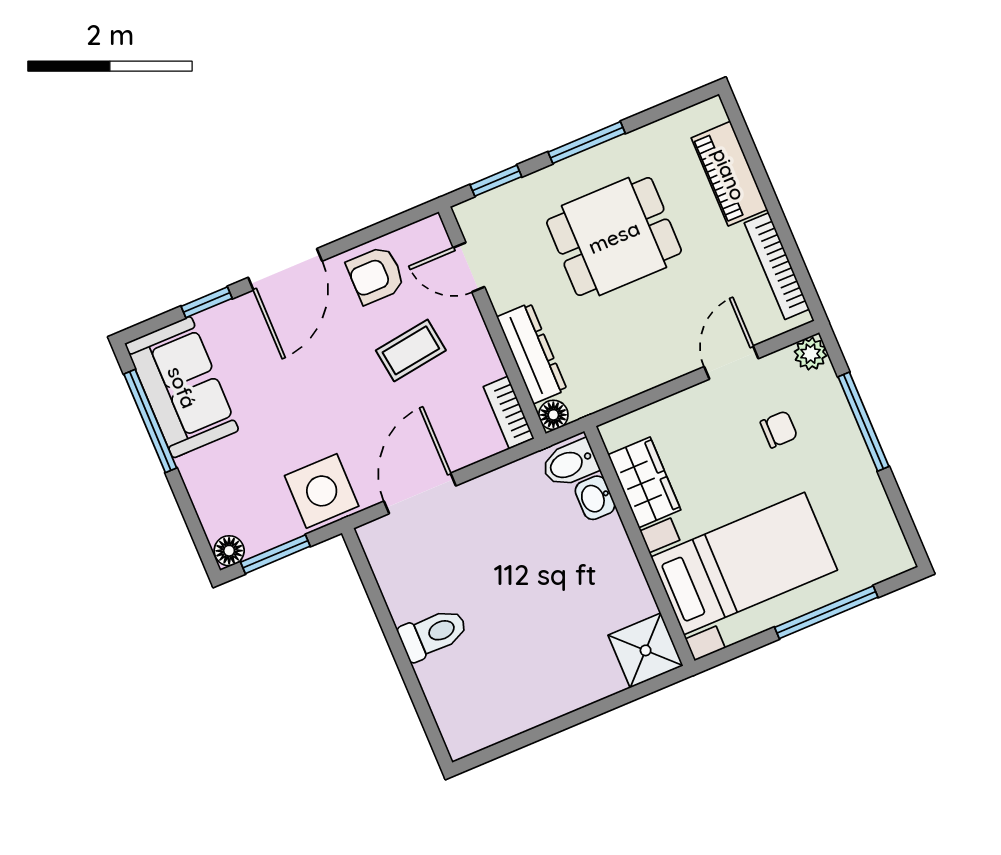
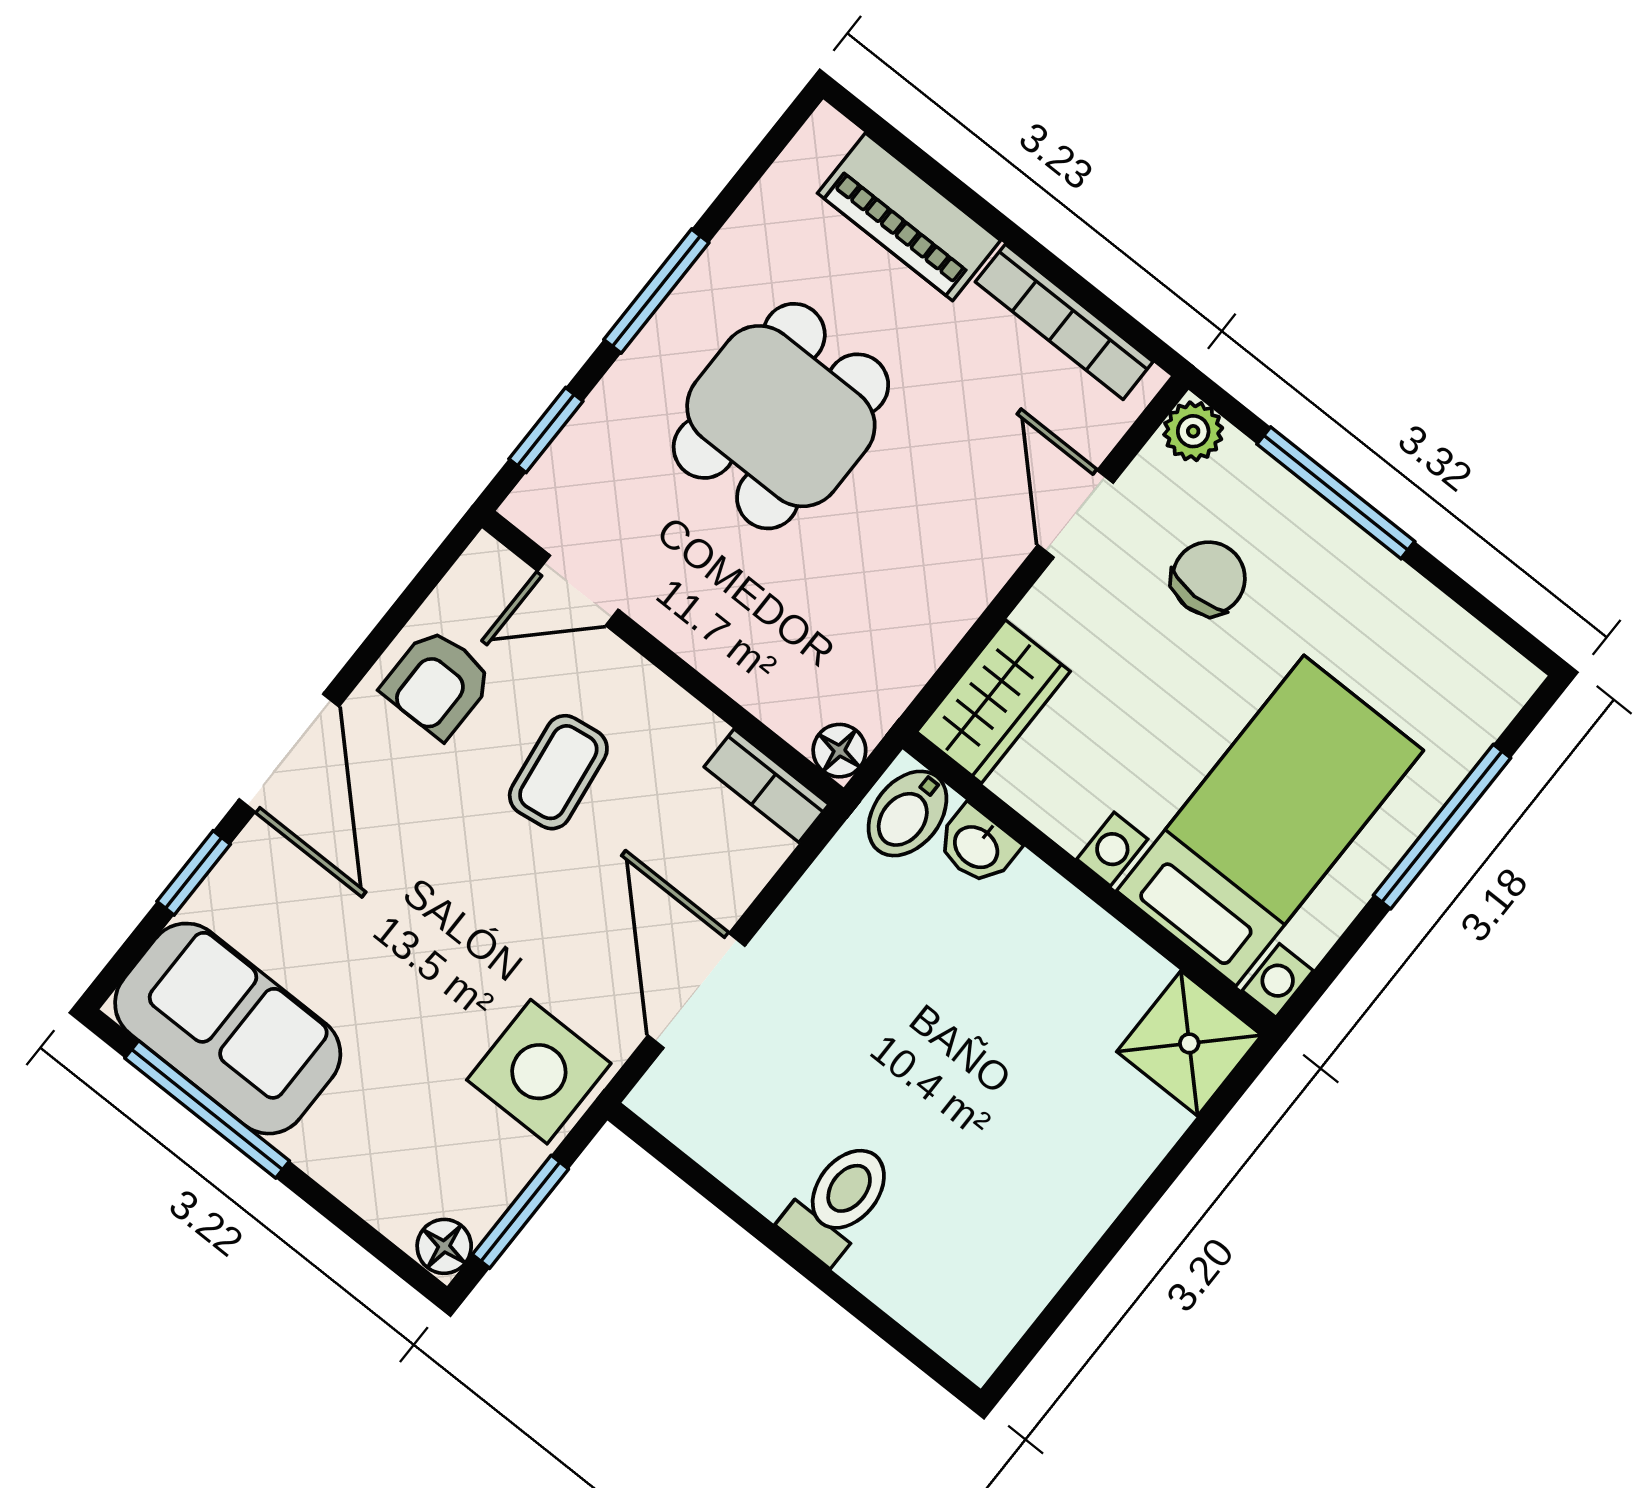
dresser: (532, 353) -> (752, 672), removed
chair: (779, 429) -> (1209, 578), width x1.37, depth x1.37
wardrobe: (644, 482) -> (993, 702), moved, turned 90

